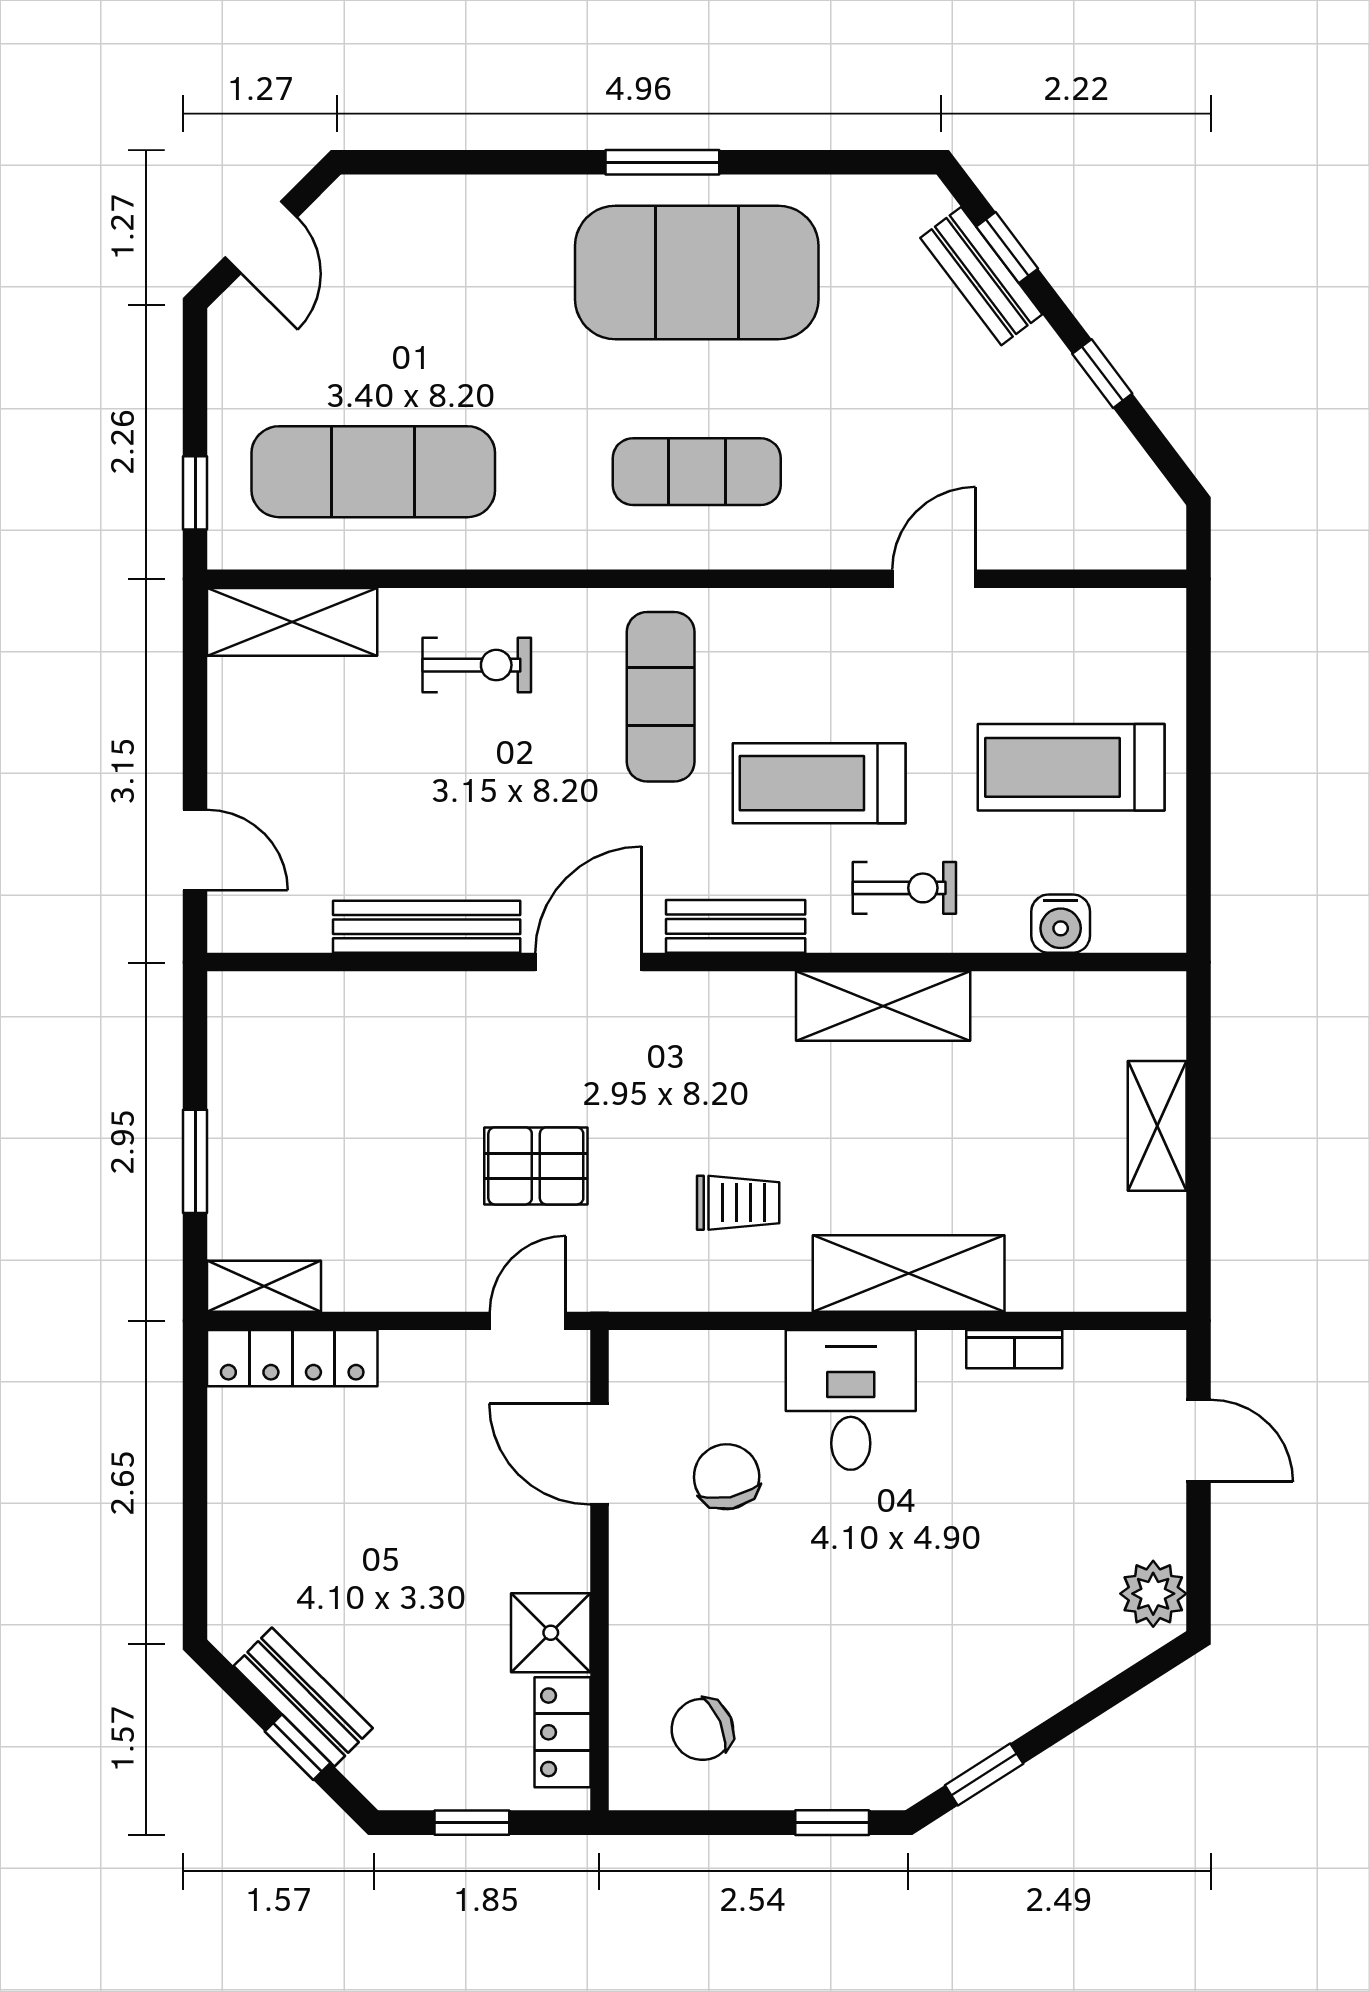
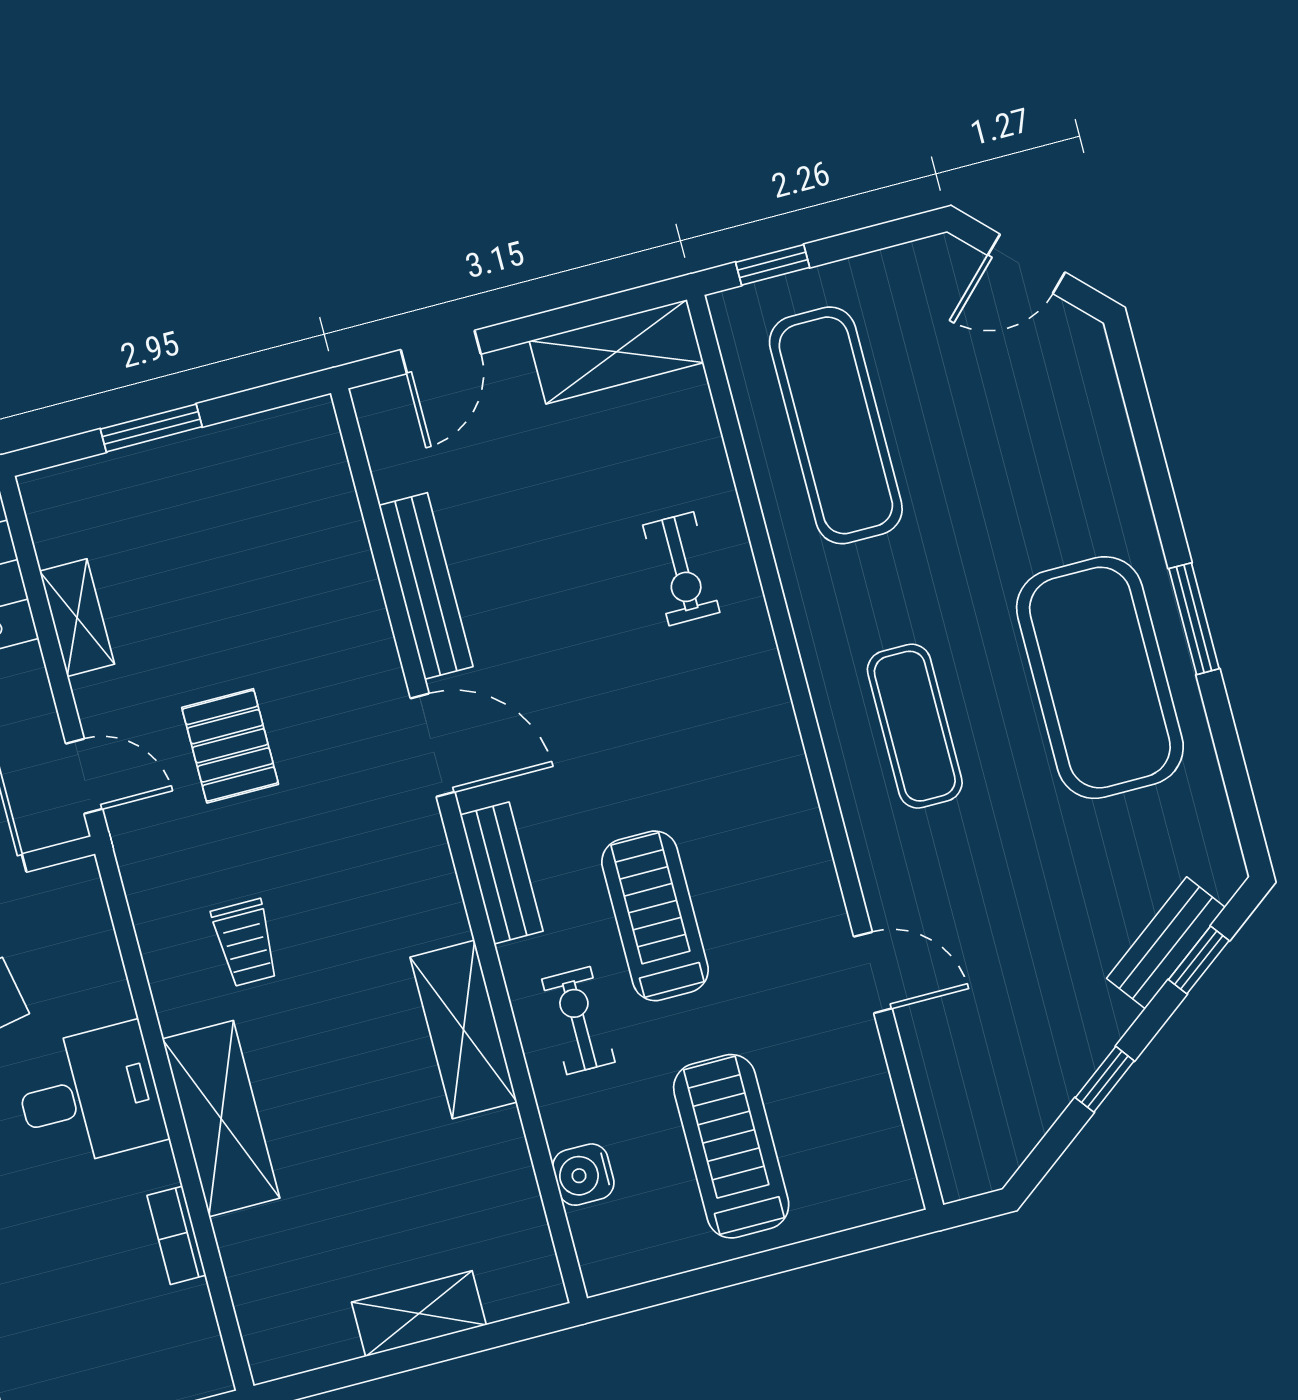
shelving: (292, 622) -> (617, 352), moved, turned 90
exercise mat: (661, 697) -> (697, 747), removed
exercise bike: (904, 888) -> (578, 1021), turned 180
shelving: (264, 1286) -> (77, 618), moved

